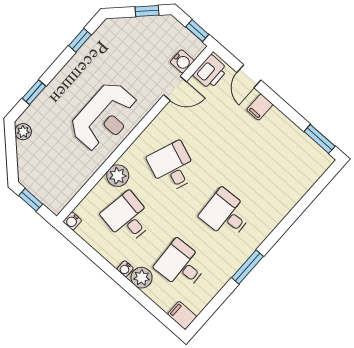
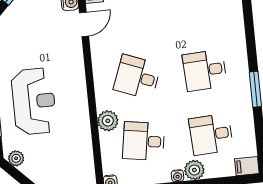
reception desk: (104, 117) -> (34, 101), moved

